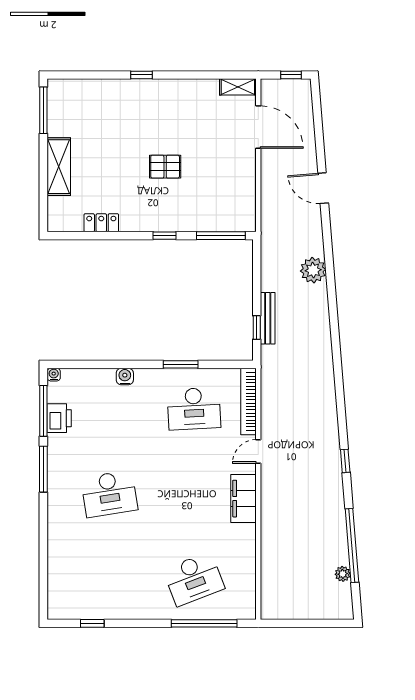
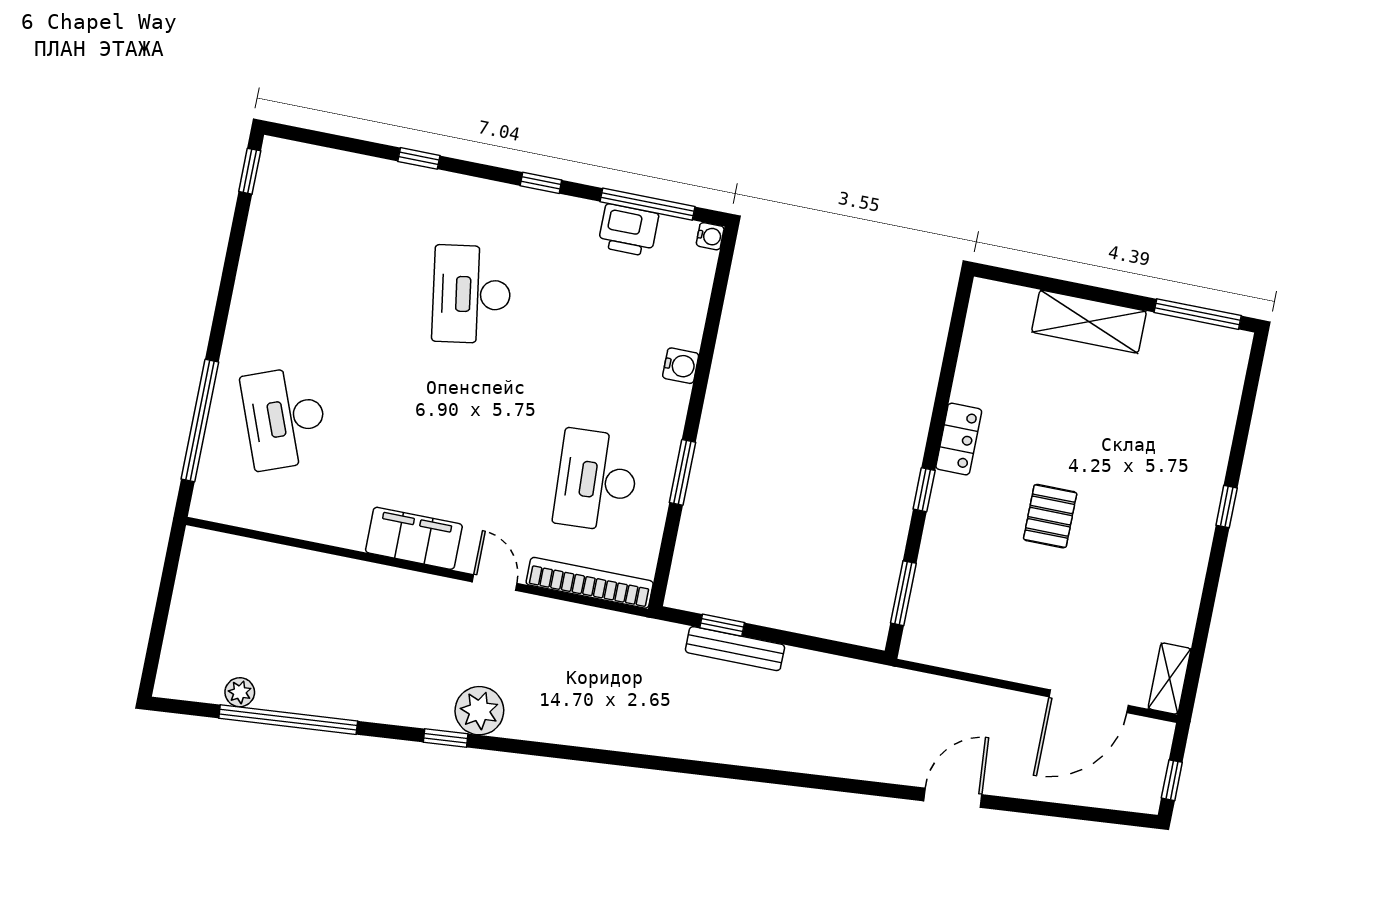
locker: (101, 223) -> (959, 439), moved
window: (221, 236) -> (903, 593), width x0.69
plant: (313, 270) -> (479, 711), moved
window: (43, 469) -> (541, 183), width x0.46
window: (43, 536) -> (419, 158), added
window: (92, 623) -> (250, 171), moved

